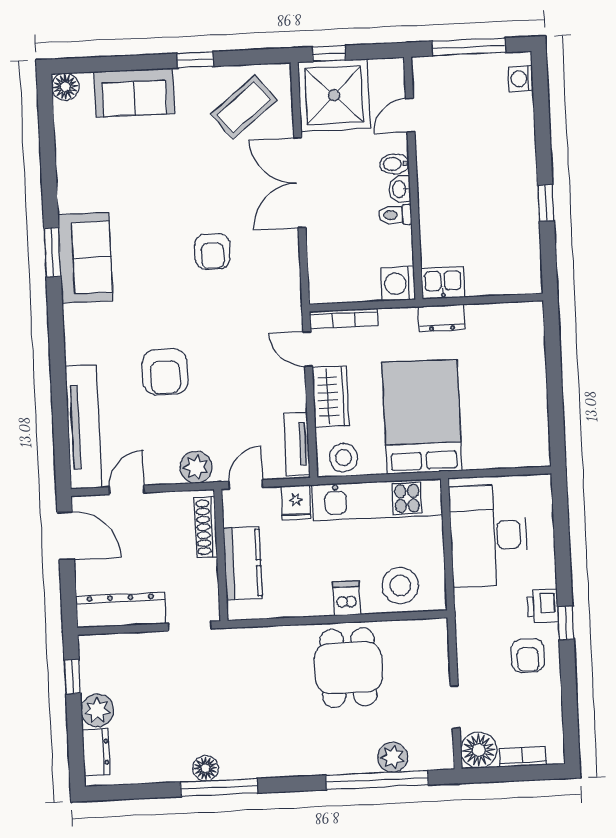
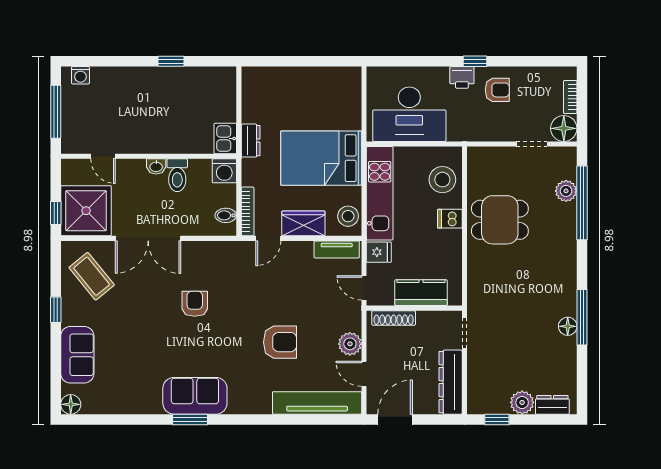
bidet: (394, 164) -> (226, 215), moved, turned 90
toilet: (395, 215) -> (177, 175), width x1.37, depth x1.39
armchair: (212, 251) -> (195, 304), turned -90
plant: (196, 467) -> (350, 344), moved

